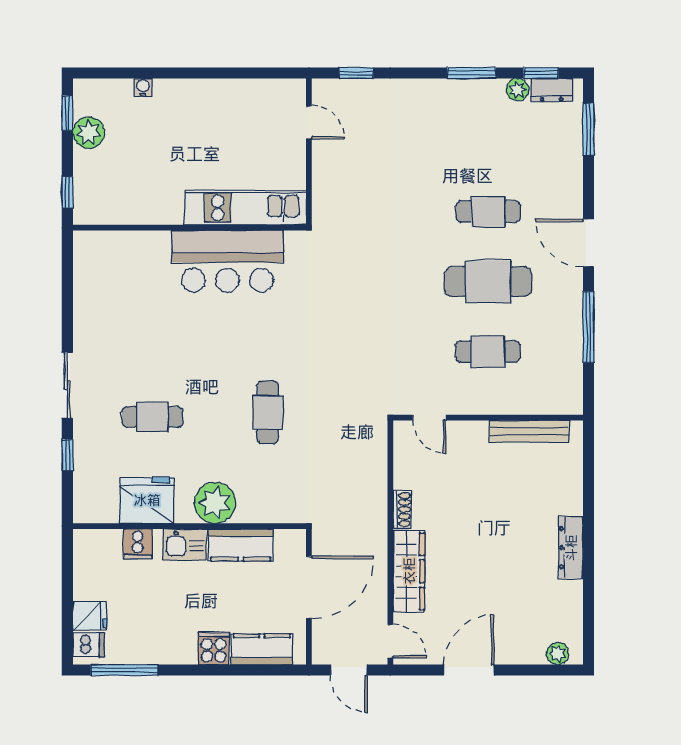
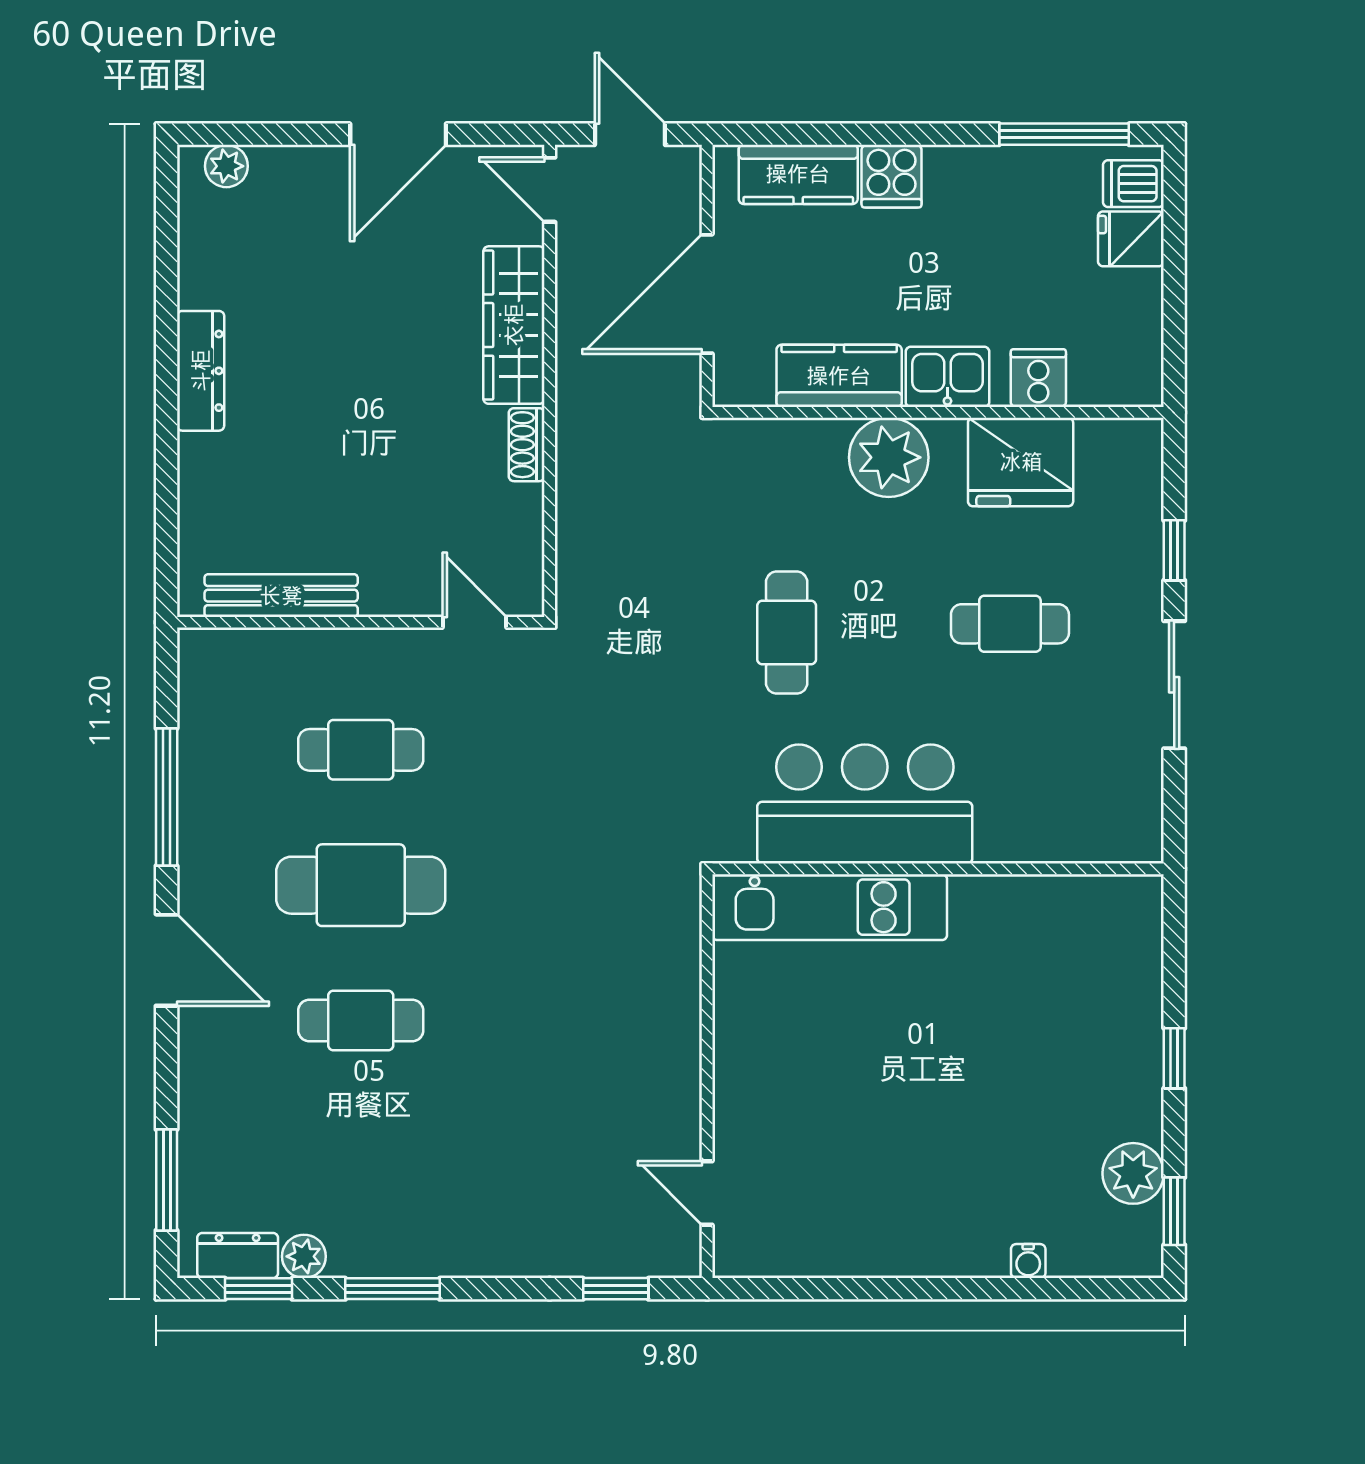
kitchen unit: (246, 208) -> (830, 907), moved
wall: (190, 228) -> (938, 869), moved
bar counter: (227, 261) -> (865, 804), moved

